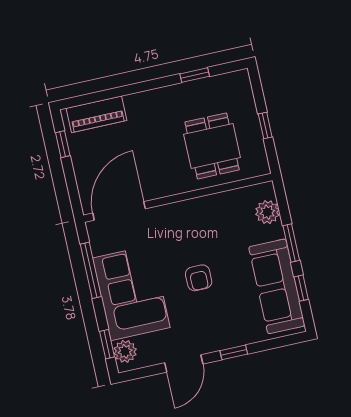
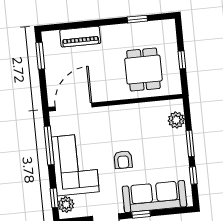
piano: (97, 114) -> (80, 37), moved
window: (63, 144) -> (40, 56), width x1.50
sofa: (277, 286) -> (154, 197), moved, turned 90

